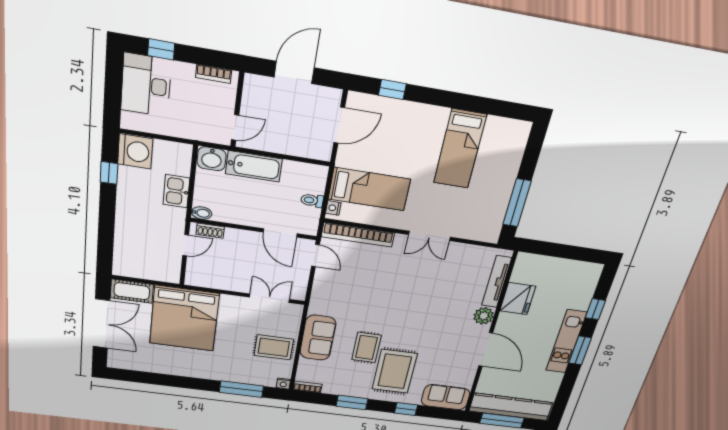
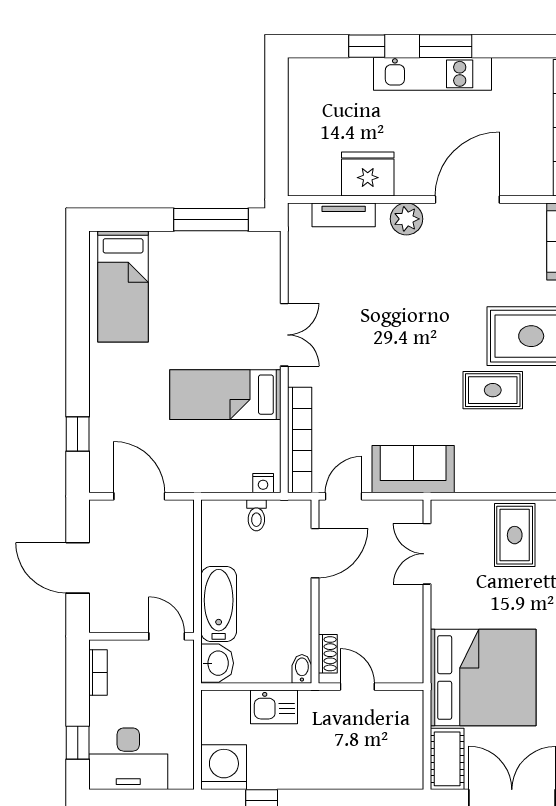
bed: (460, 149) -> (123, 286), moved, turned 90
bed: (369, 189) -> (225, 395), moved, turned -90
tv unit: (497, 282) -> (344, 215), width x0.71
sofa: (318, 338) -> (413, 469), moved

